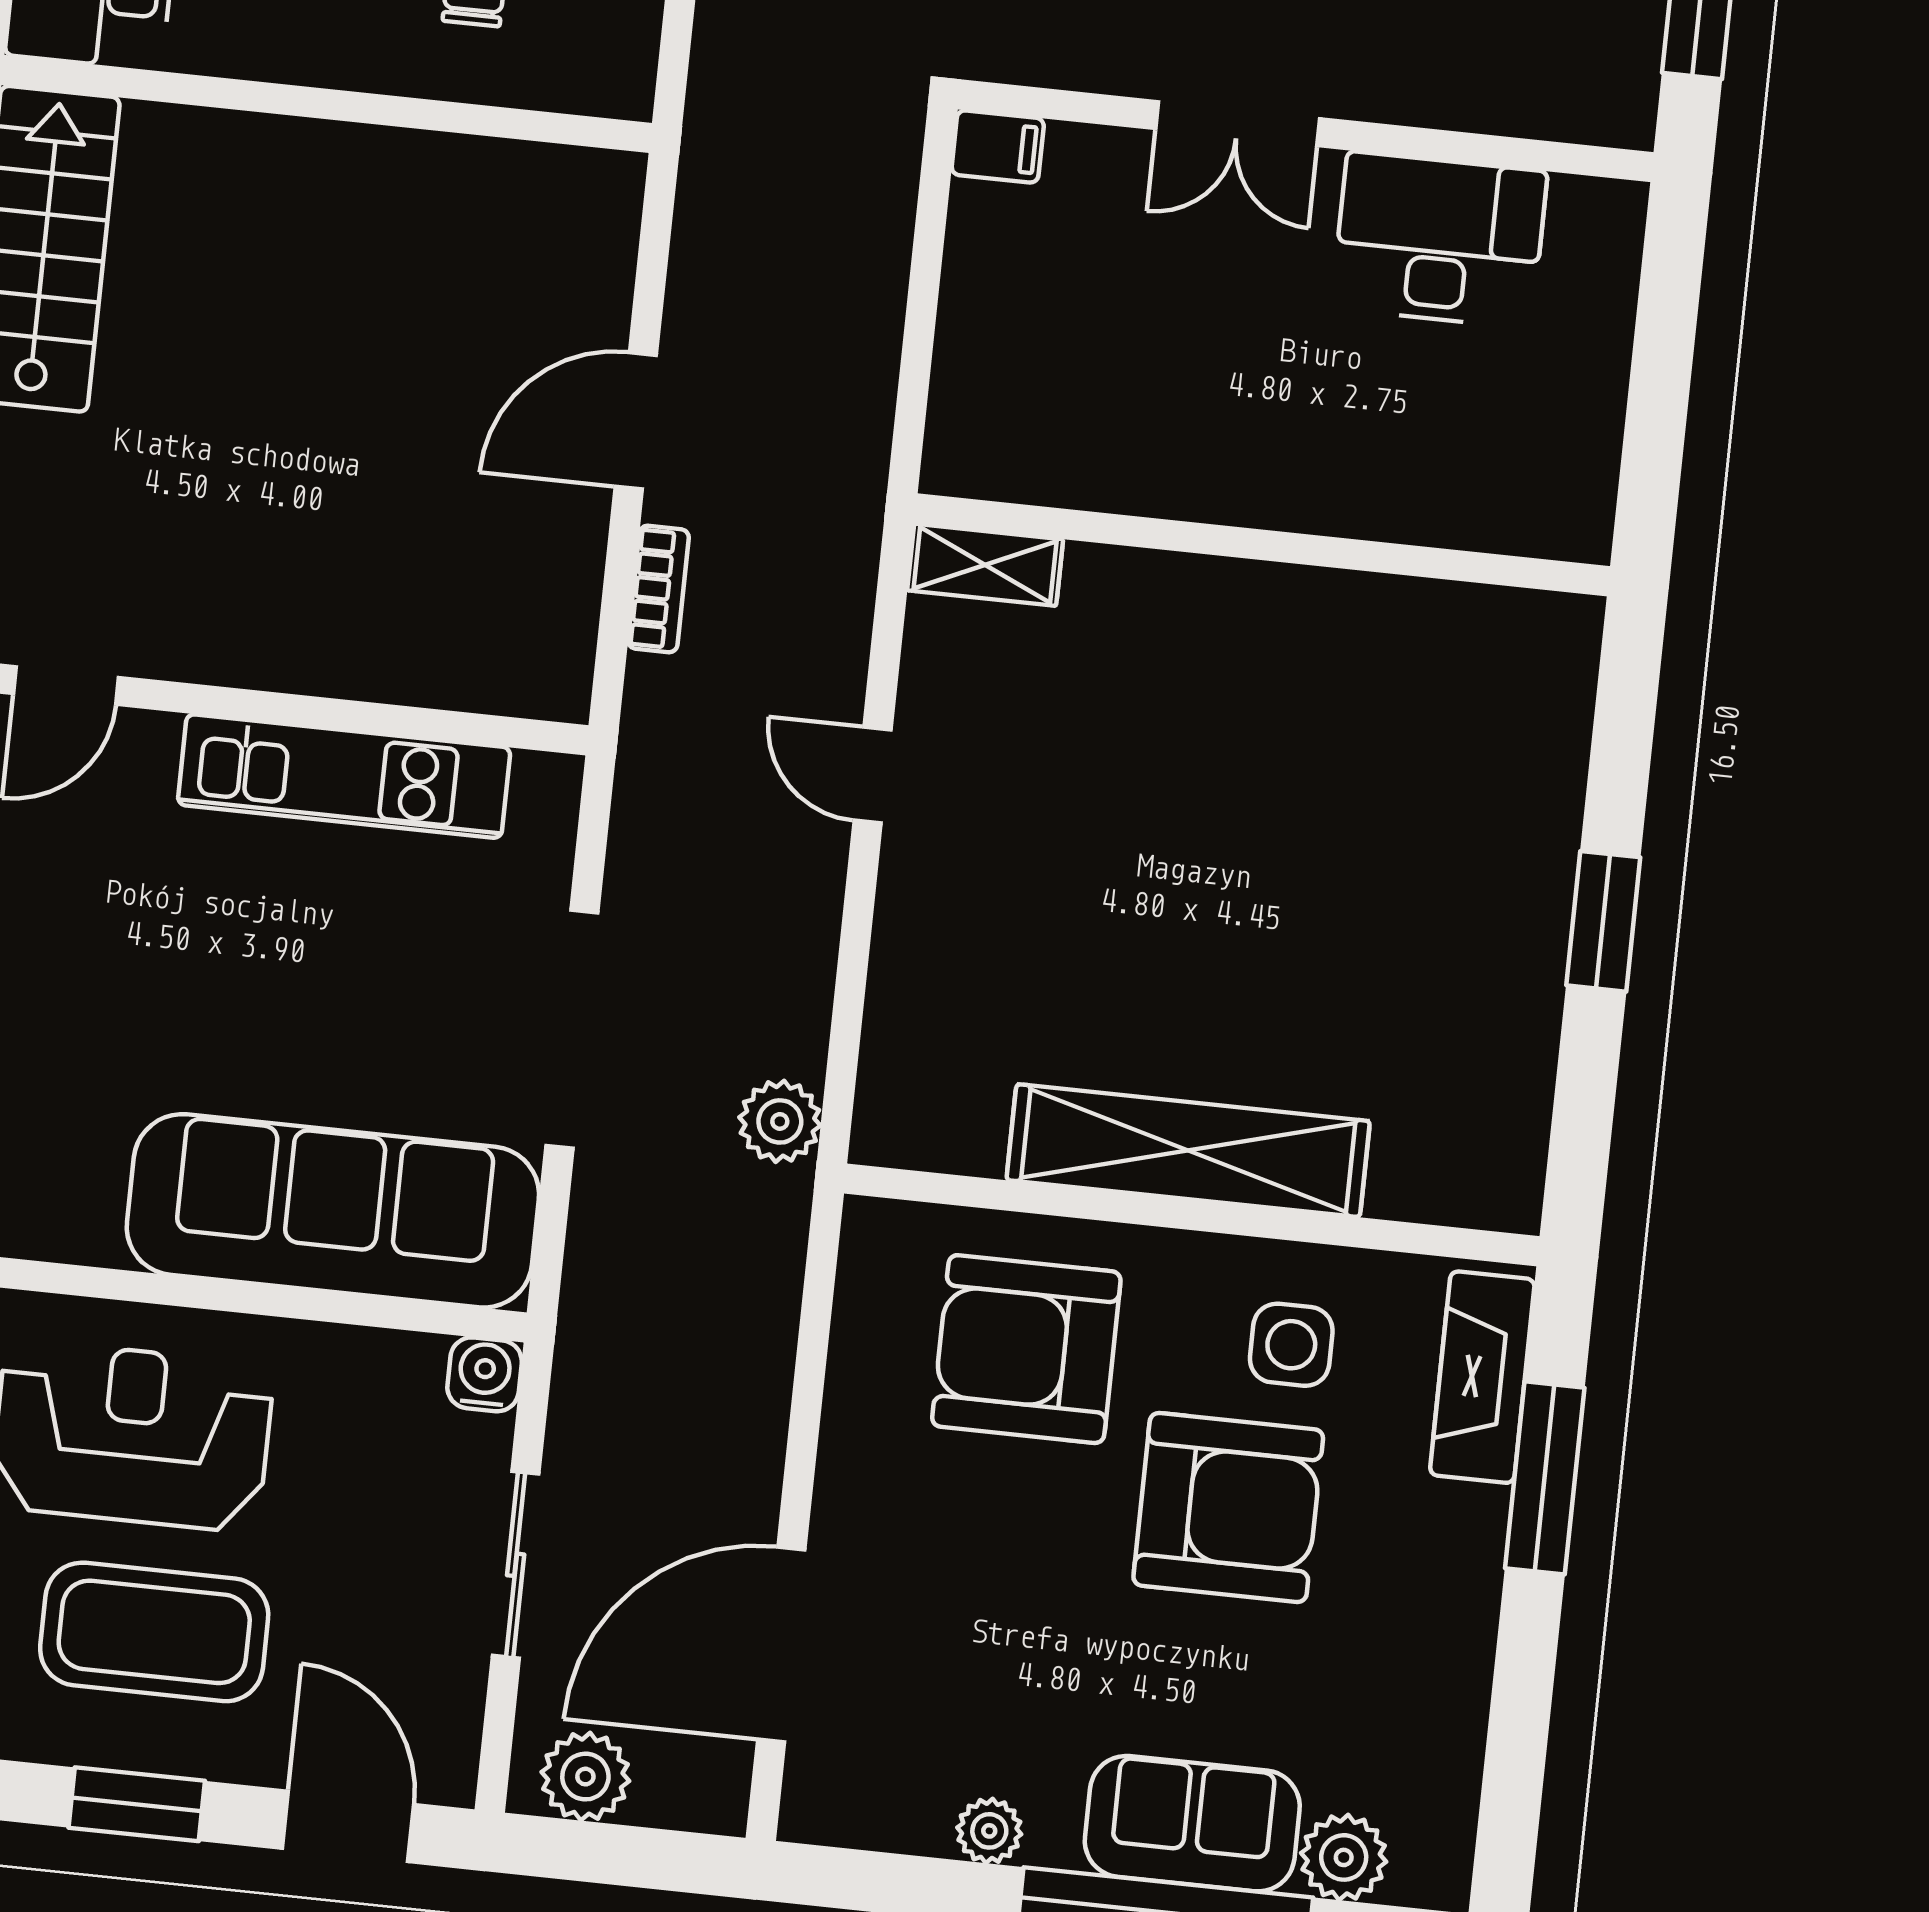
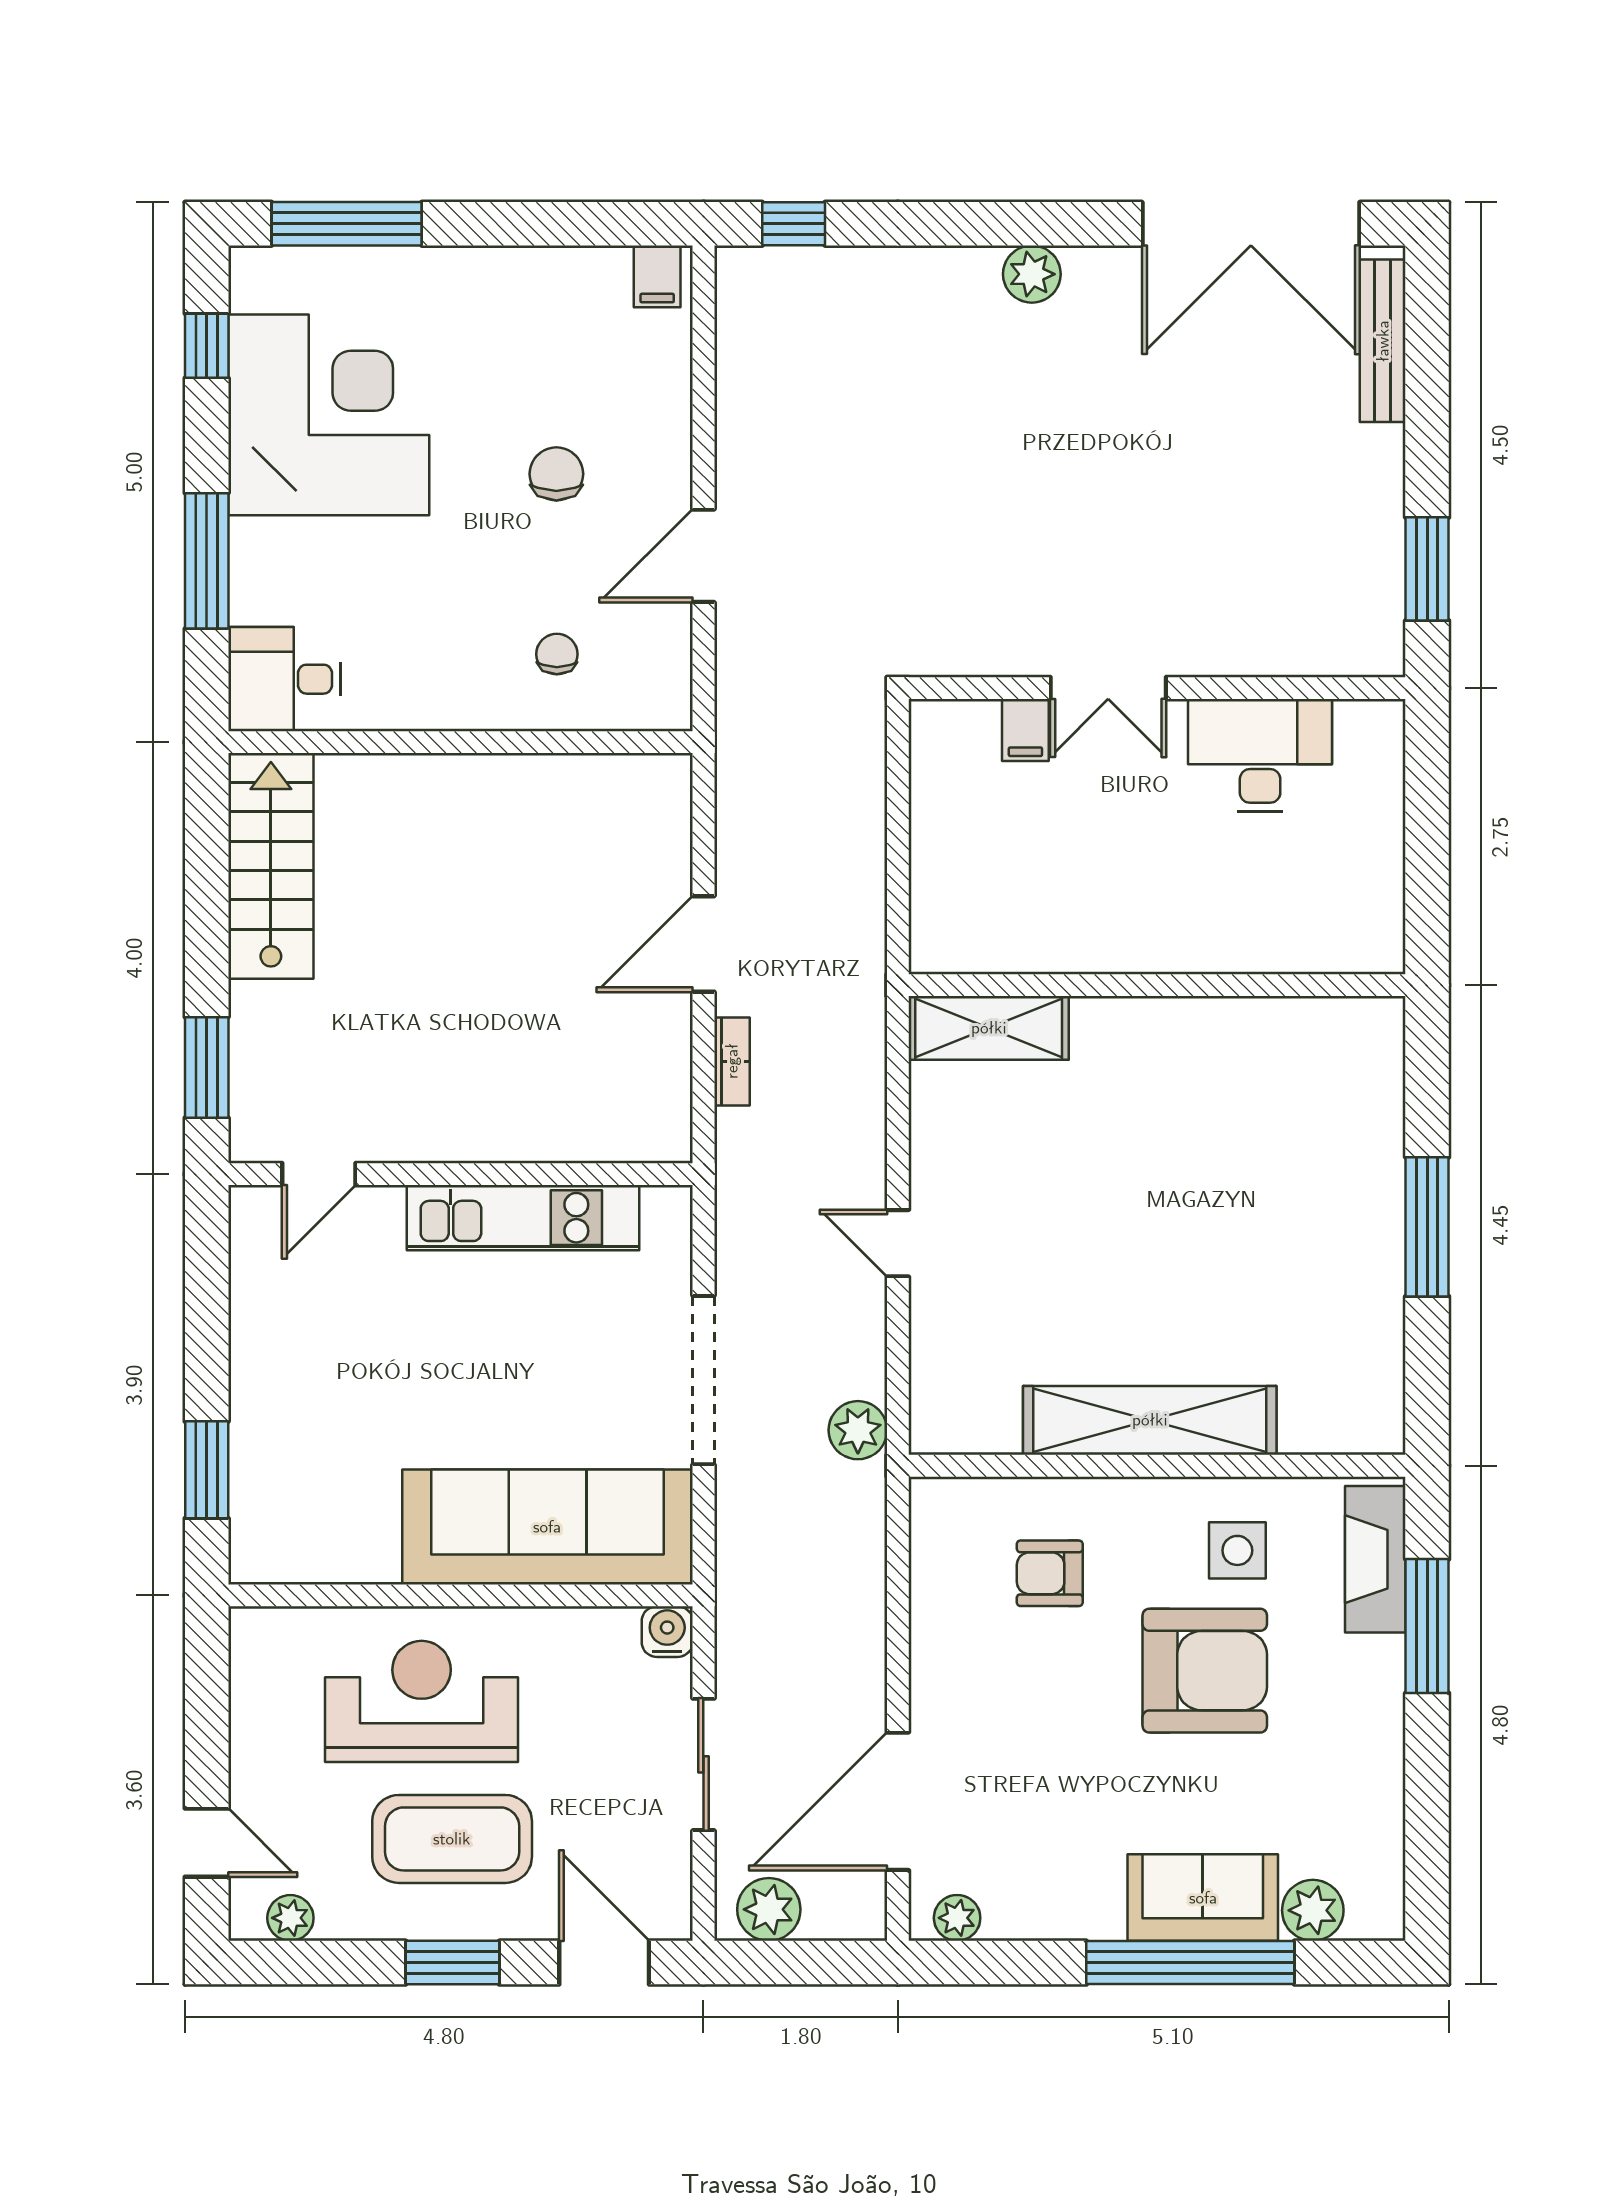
filing cabinet: (998, 146) -> (1025, 730), moved, turned 90
shelving: (985, 565) -> (989, 1028), width x1.50, depth x1.33
door: (873, 775) -> (898, 1243), moved
window: (1603, 921) -> (1427, 1227), width x1.44
armchair: (1026, 1349) -> (1050, 1573), width x0.53, depth x0.53
plant: (989, 1831) -> (957, 1918), moved

